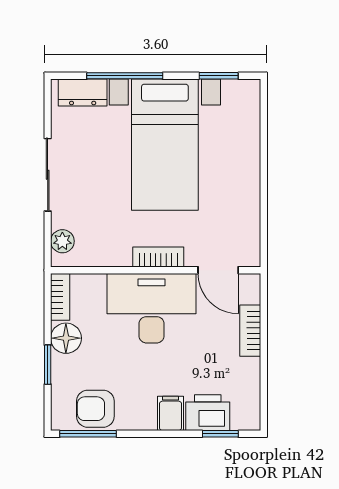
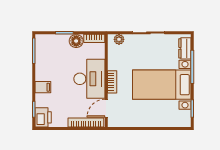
bookcase: (250, 331) -> (86, 122), width x1.56
armchair: (95, 409) -> (45, 54), removed
printer: (208, 413) -> (43, 117), moved

